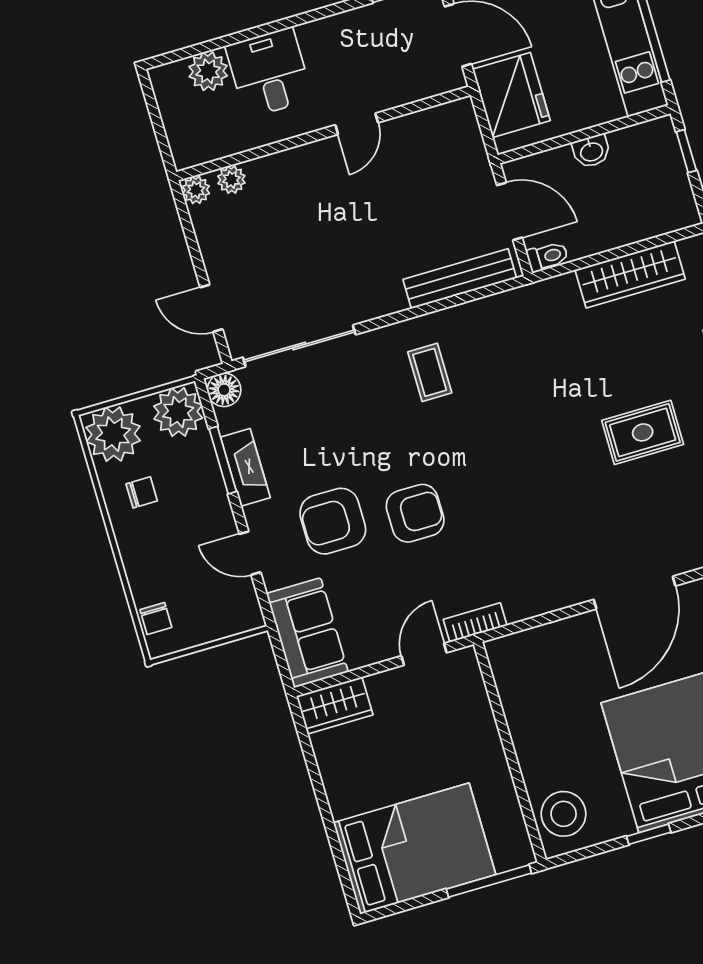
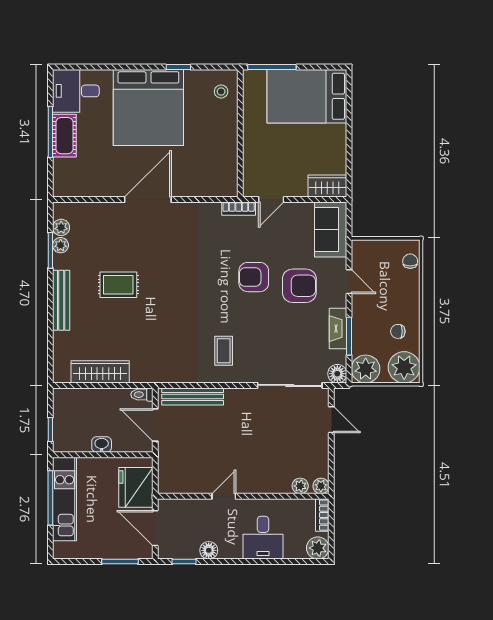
floor lamp: (355, 24) -> (209, 550), added
plant: (208, 71) -> (318, 548), moved
bookcase: (179, 141) -> (322, 515), added
stool: (564, 814) -> (221, 92), width x0.53, depth x0.53

